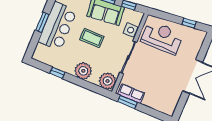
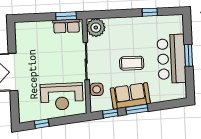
plant: (83, 71) -> (125, 26), removed

